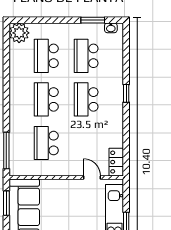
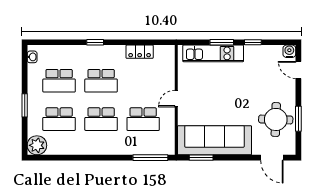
window: (93, 20) -> (25, 105), moved
locker: (116, 162) -> (140, 52), moved
door: (92, 177) -> (176, 99), moved

